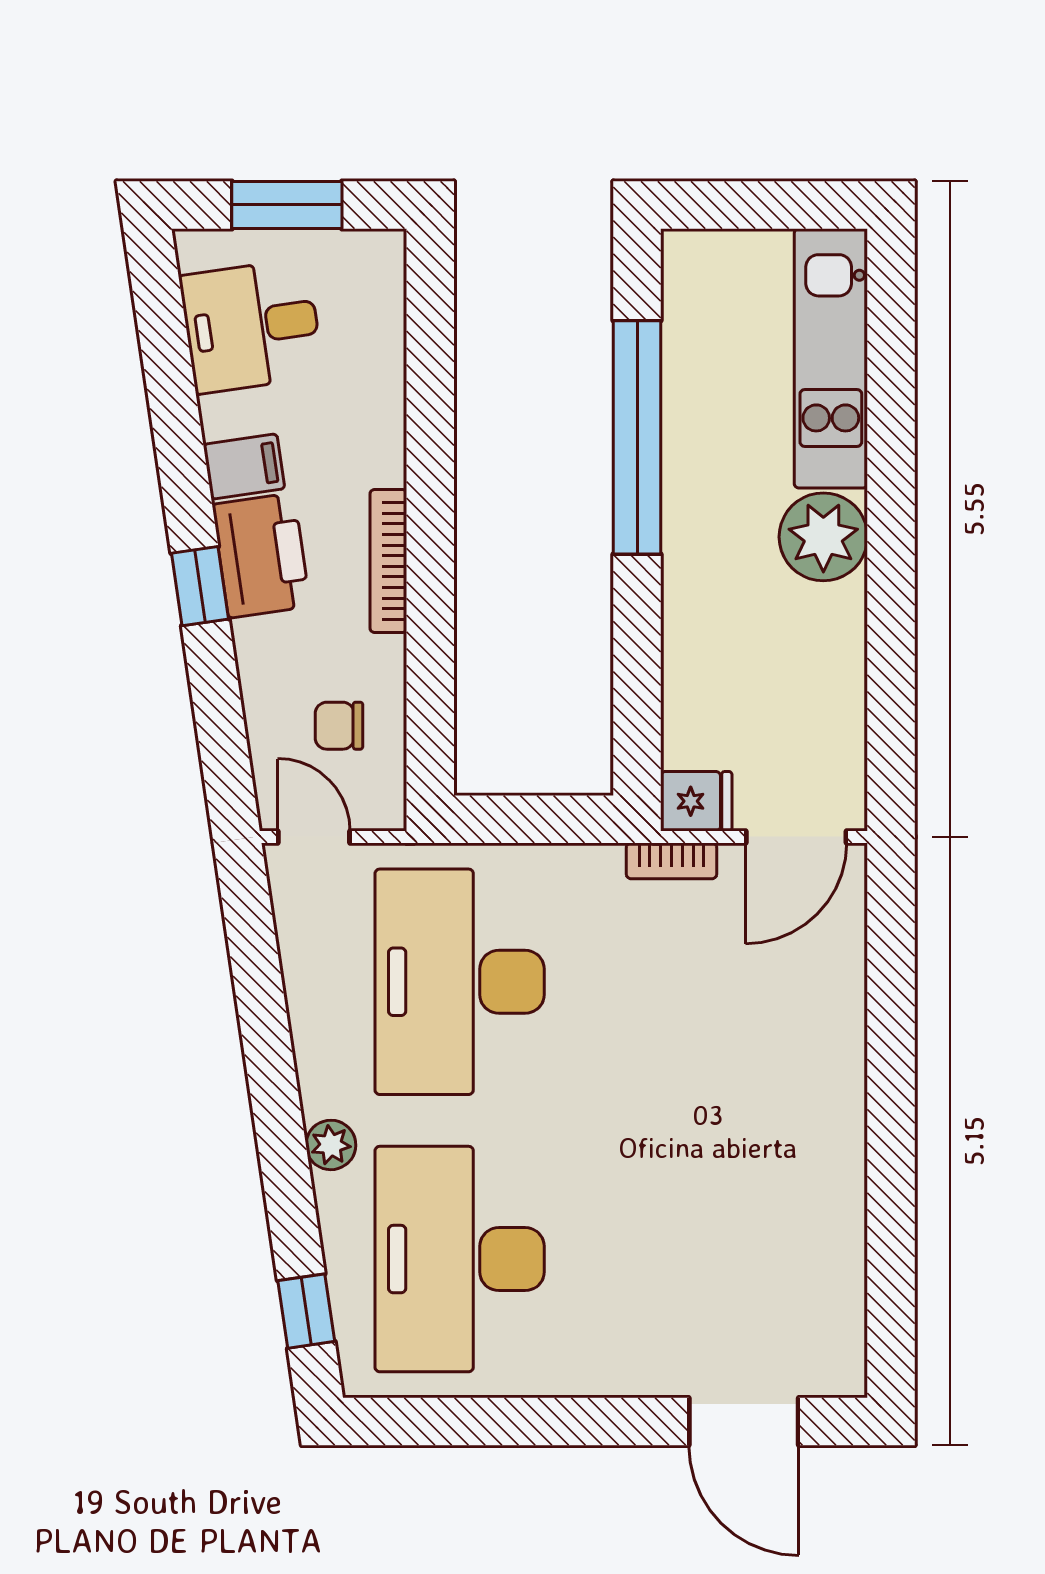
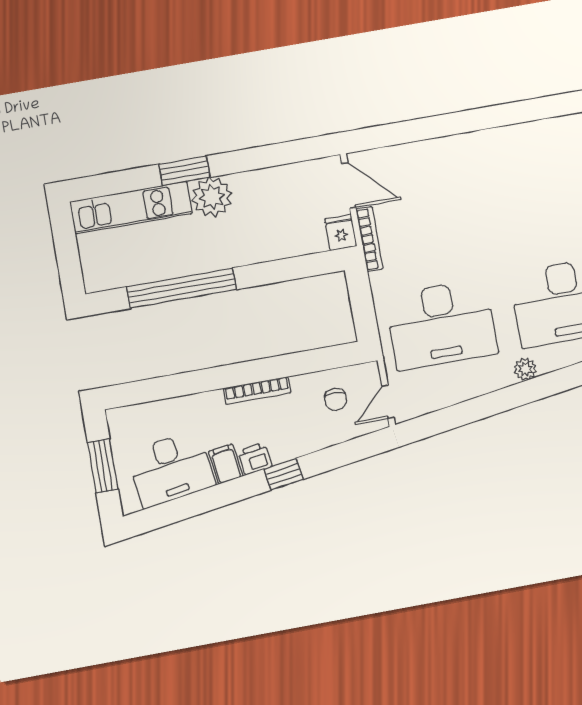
desk: (251, 326) -> (171, 469), width x1.37
window: (891, 488) -> (184, 171), added
printer: (261, 555) -> (255, 459), width x0.53, depth x0.68
bookcase: (672, 861) -> (370, 239), width x1.56

